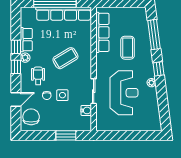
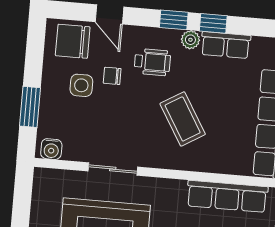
side table: (62, 95) -> (81, 85), moved
water cooler: (86, 110) -> (51, 149), moved
chair: (31, 117) -> (73, 41), turned 180

